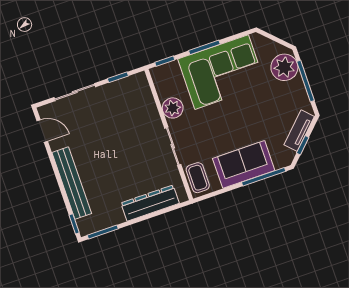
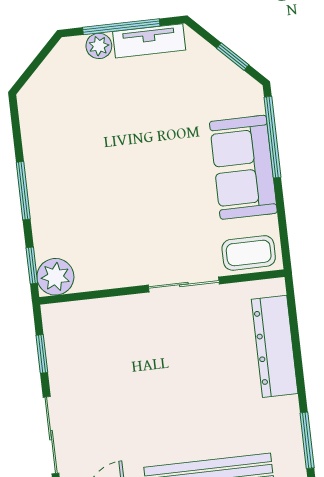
plant: (284, 67) -> (99, 46), width x0.53, depth x0.53
corner sofa: (222, 72) -> (73, 170), removed
plant: (173, 108) -> (55, 277), moved
tv unit: (299, 131) -> (149, 41), moved, turned -45

